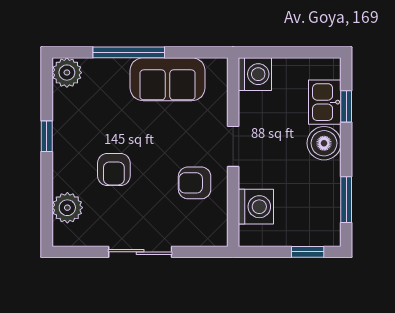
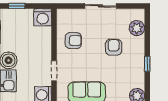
doorway: (233, 146) -> (54, 71), moved
washing machine: (256, 207) -> (43, 17), moved, turned -90

